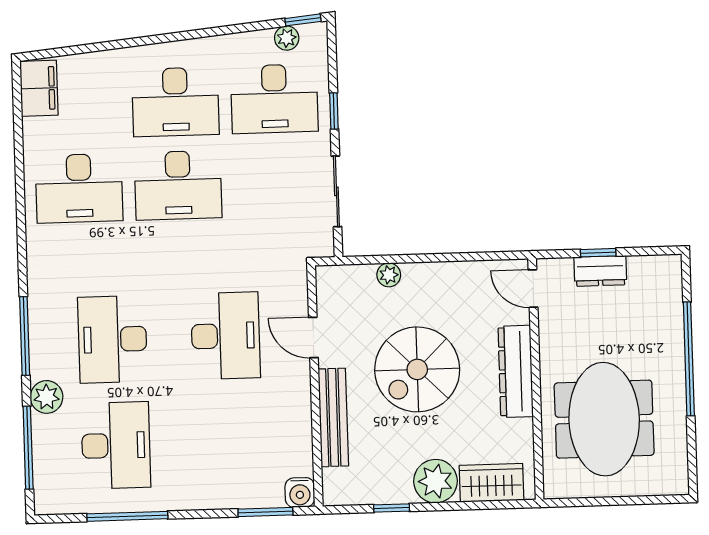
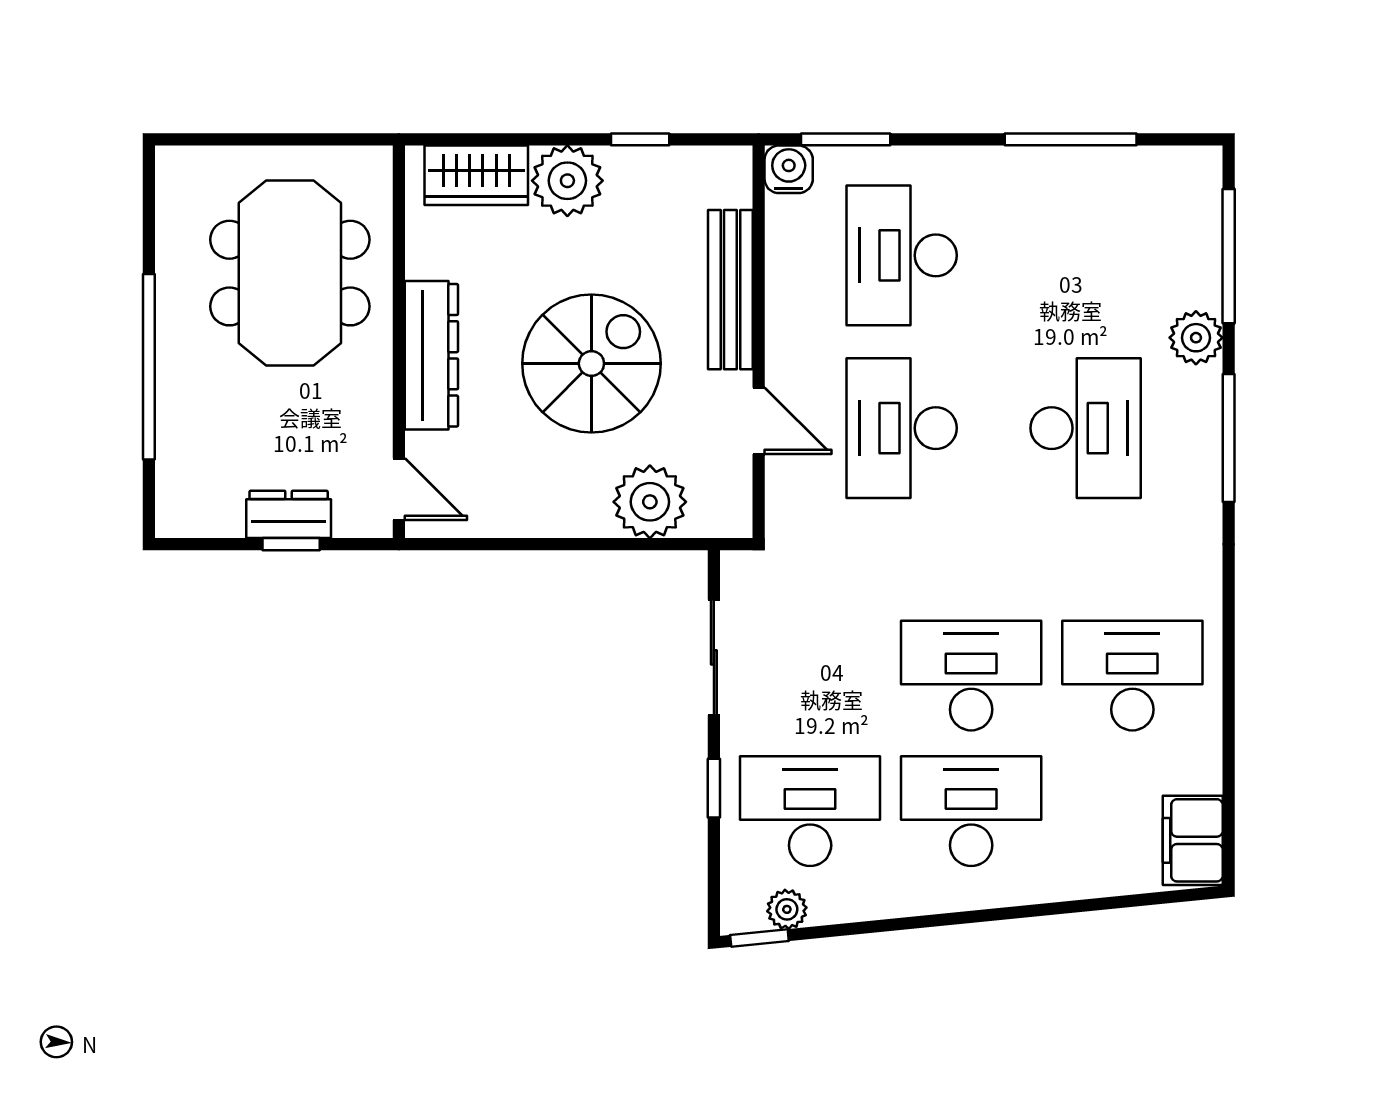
plant: (389, 275) -> (650, 502), width x1.88, depth x1.88
desk: (116, 445) -> (902, 255), moved

